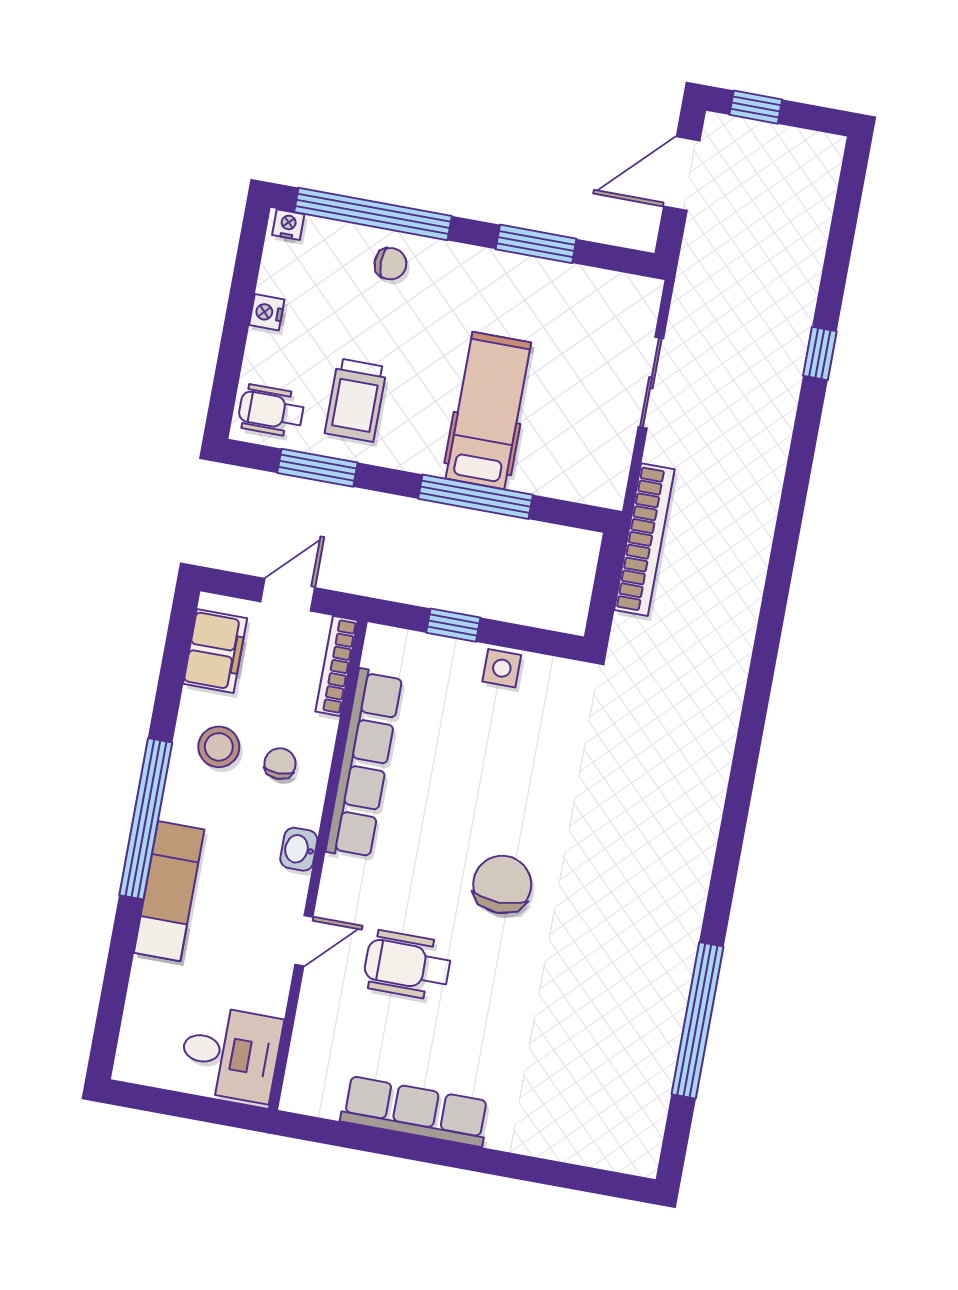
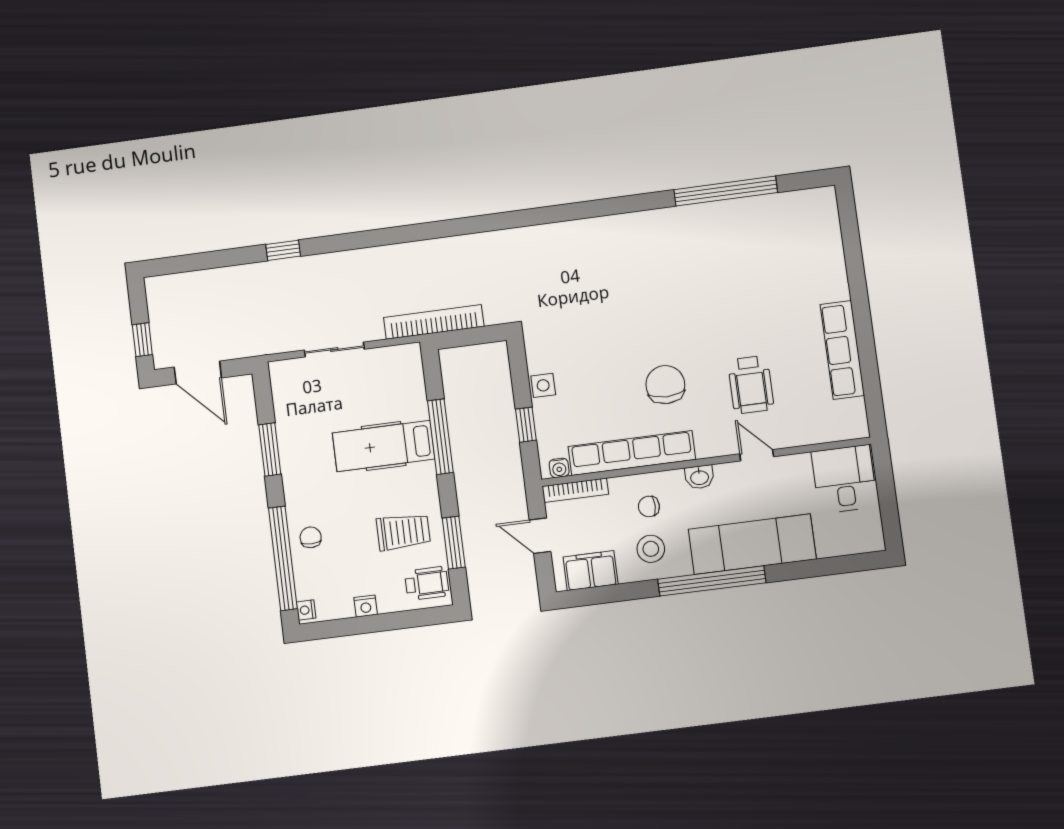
wheelchair: (271, 411) -> (427, 583), turned -90
water cooler: (376, 653) -> (559, 468), added
chair: (502, 884) -> (665, 385), moved, turned 90
exam couch: (169, 891) -> (752, 544), width x1.36, depth x1.45

